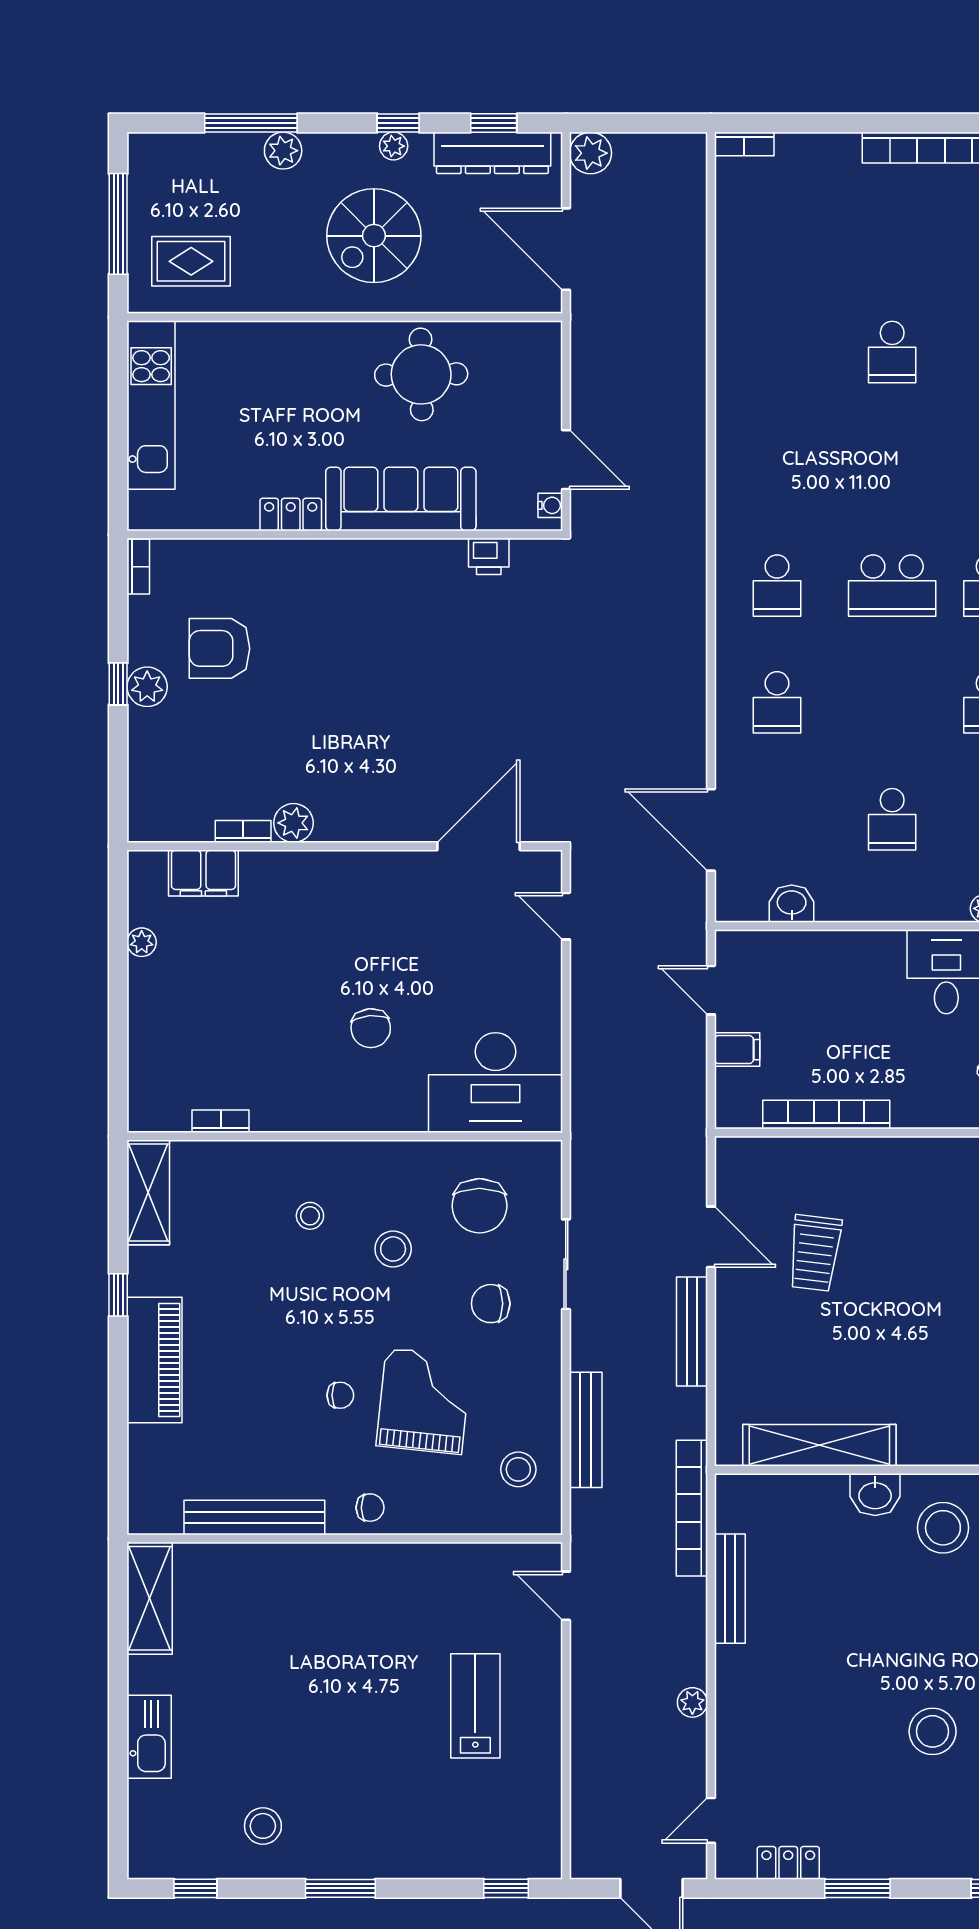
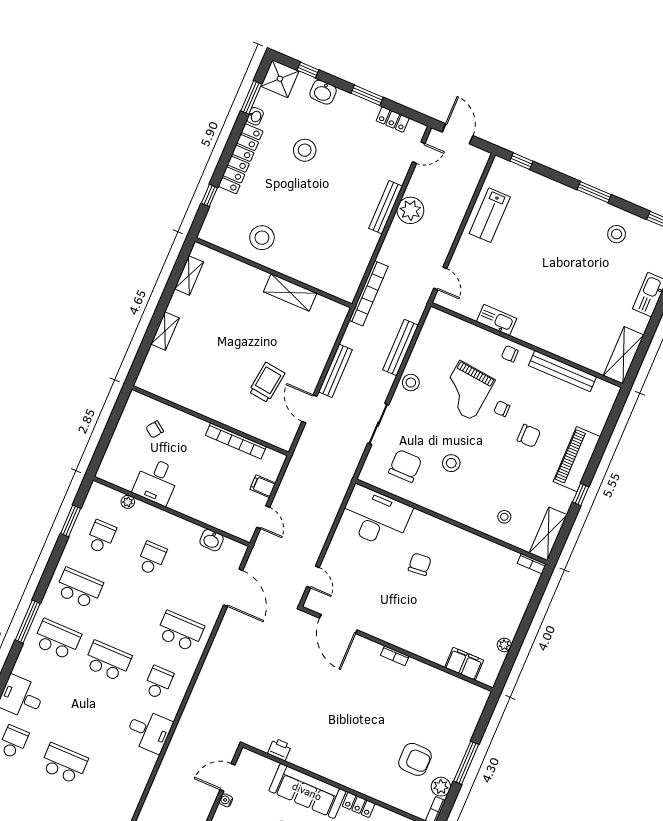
school desk: (892, 352) -> (64, 764), width x1.85
door: (566, 460) -> (227, 777), hinge flipped
desk: (755, 484) -> (149, 731), added
water cooler: (550, 505) -> (226, 800), moved
window: (118, 684) -> (466, 763), width x2.17
plant: (147, 687) -> (441, 787), moved
school desk: (777, 702) -> (180, 631), width x1.85
plant: (293, 823) -> (415, 669), removed
bookcase: (243, 831) -> (395, 656), moved
door: (479, 846) -> (338, 624), hinge flipped
bookcase: (221, 1121) -> (532, 564), moved
stool: (310, 1216) -> (504, 517), moved
chair: (491, 1304) -> (529, 436), moved
shelving: (819, 1445) -> (290, 292), width x0.68
stool: (518, 1469) -> (411, 383), moved
washbasin: (875, 1494) -> (323, 92), moved, turned 180
kitchen sink: (423, 1562) -> (497, 320), added
bench: (730, 1589) -> (386, 207), moved
plant: (692, 1702) -> (410, 210), width x1.88, depth x1.88
lab bench: (475, 1706) -> (490, 215), moved

